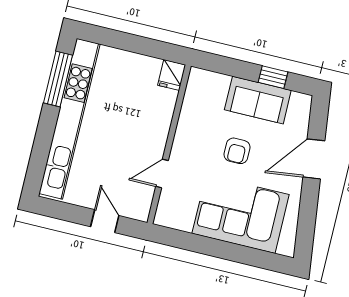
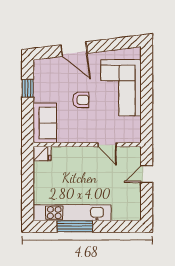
window: (58, 79) -> (75, 226), moved
sofa: (258, 100) -> (45, 123), moved
kitchen unit: (69, 119) -> (72, 213), width x0.73

